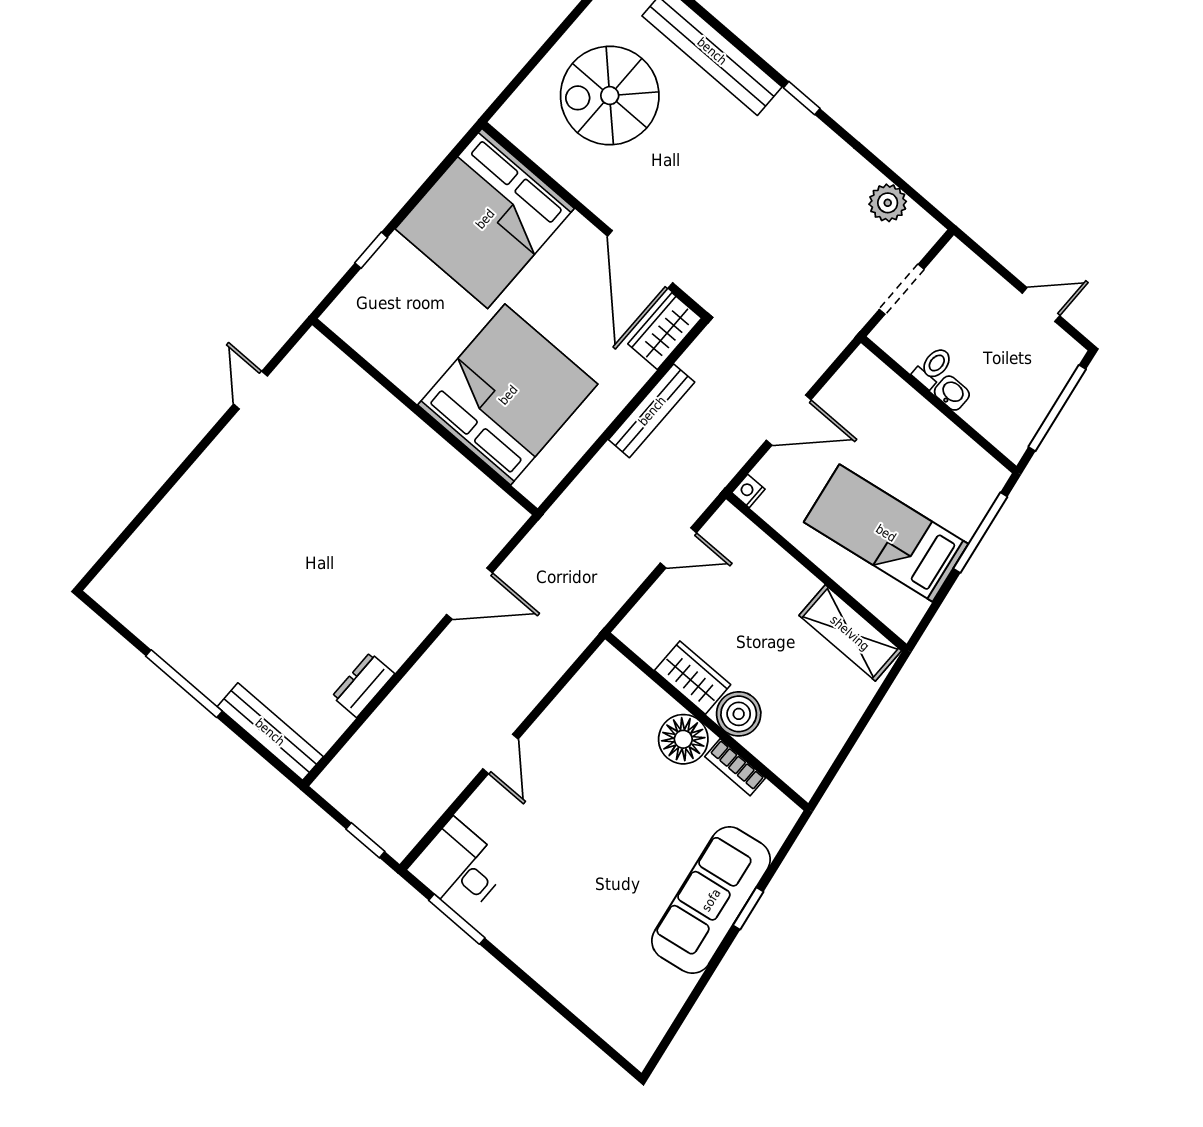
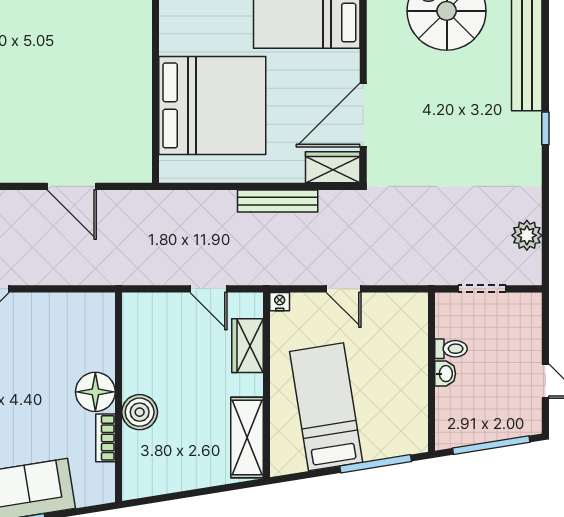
door: (789, 420) -> (344, 289), width x0.73
wardrobe: (693, 678) -> (247, 346), moved, turned 180

